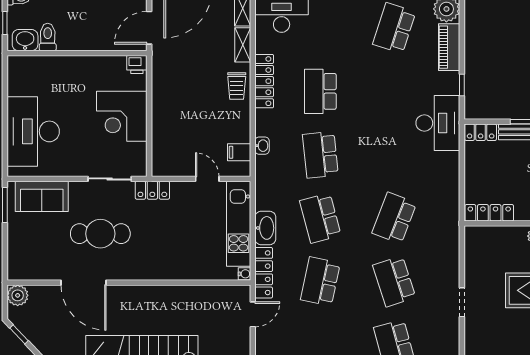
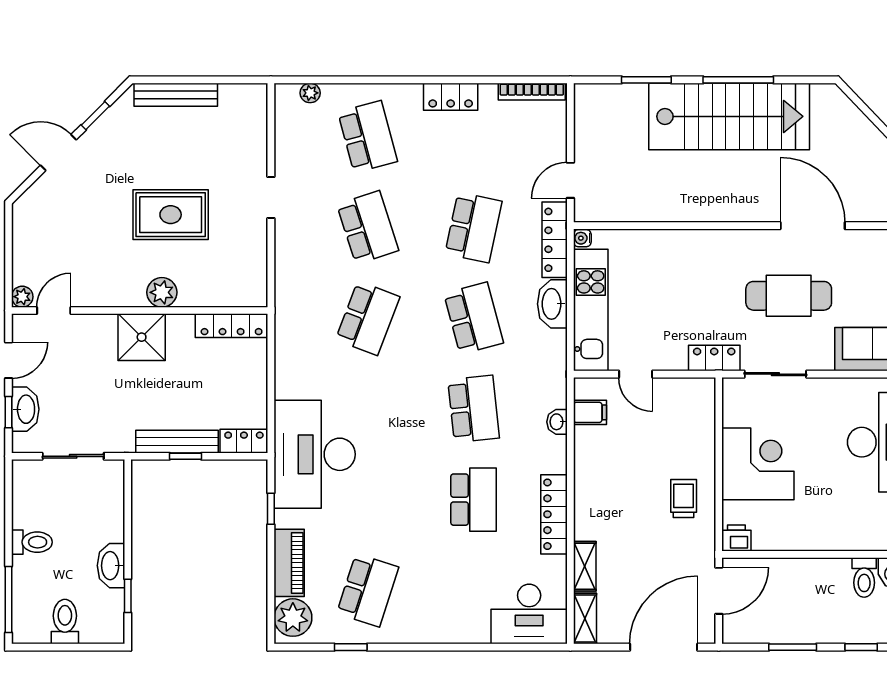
trolley: (237, 86) -> (684, 499), moved
desk: (438, 123) -> (315, 454), width x1.36, depth x1.30

